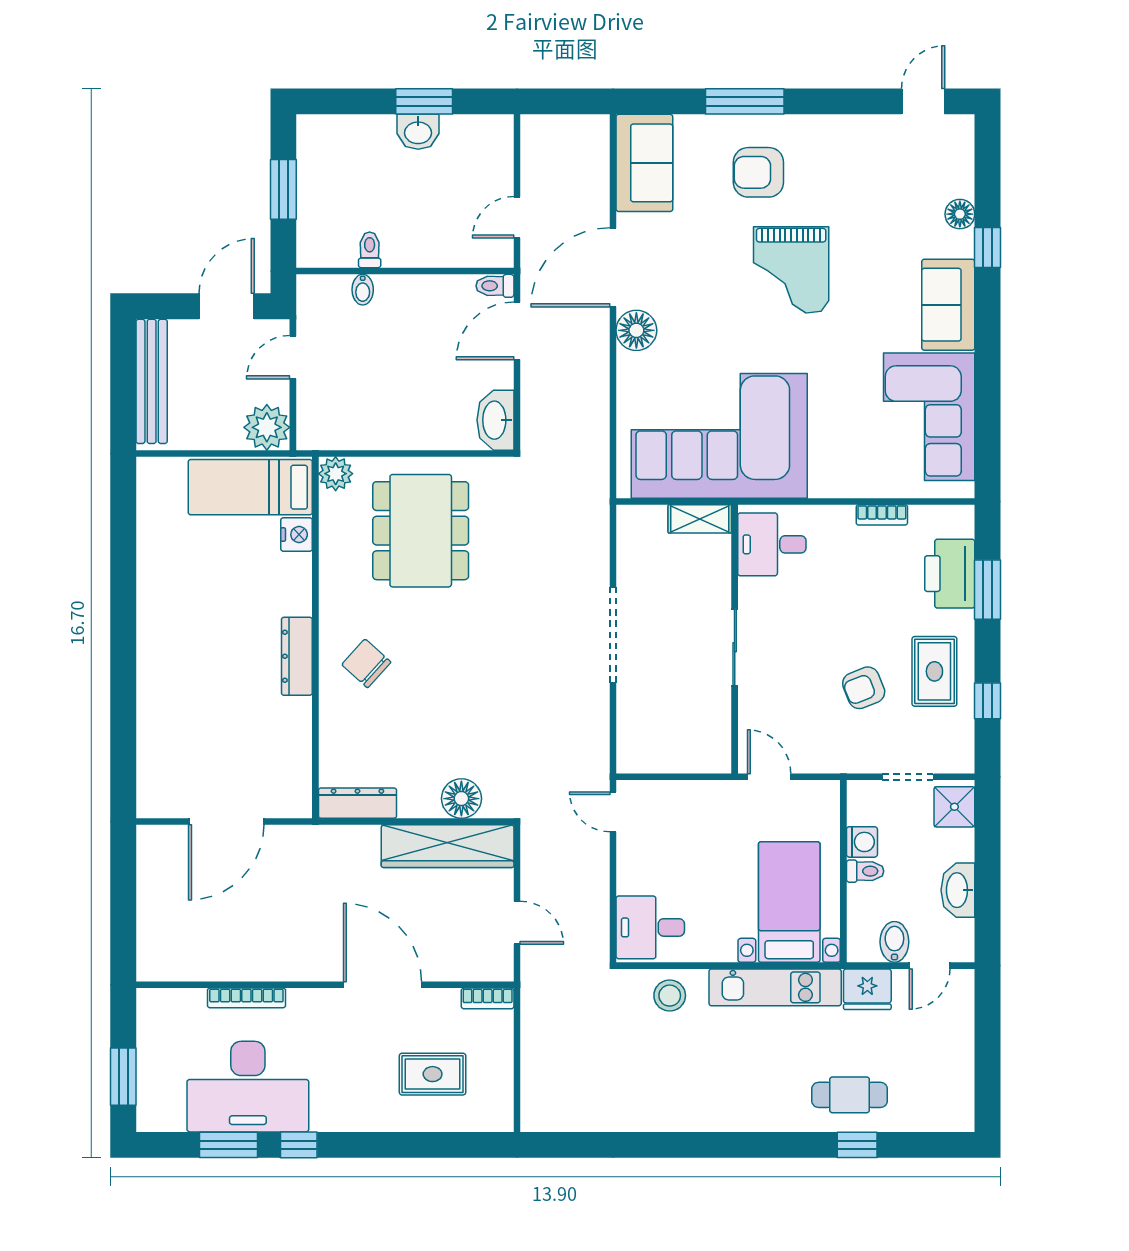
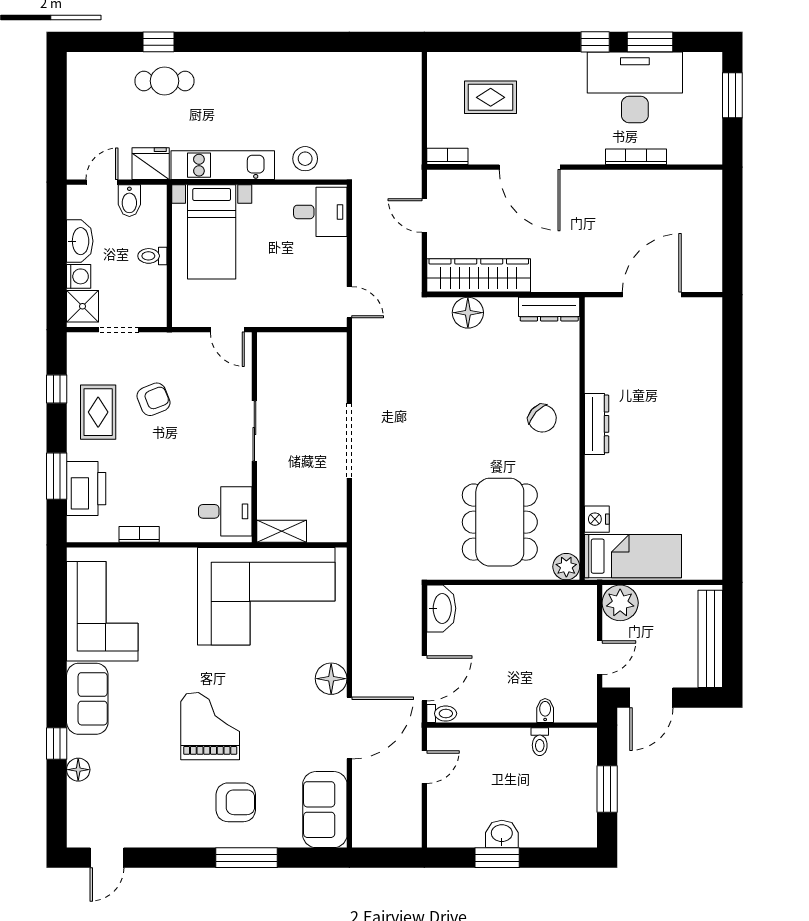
washing machine: (862, 842) -> (79, 276), moved, turned 180

